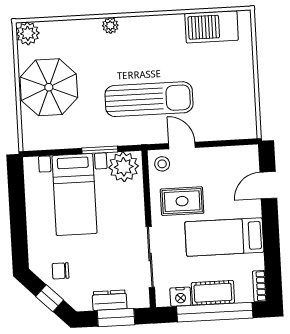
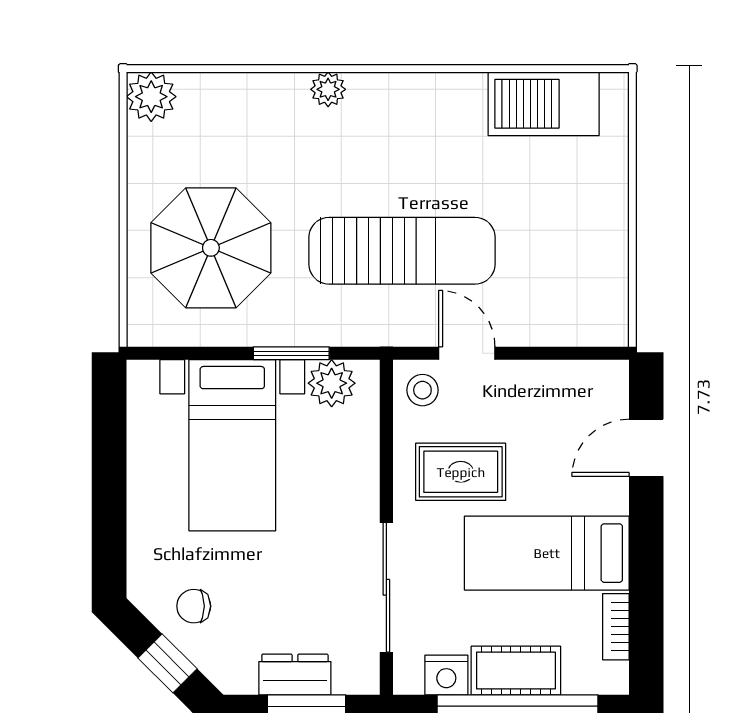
parasol: (49, 87) -> (211, 248), moved
plant: (124, 167) -> (332, 383), width x0.73, depth x0.73
bookcase: (259, 286) -> (616, 627), moved

